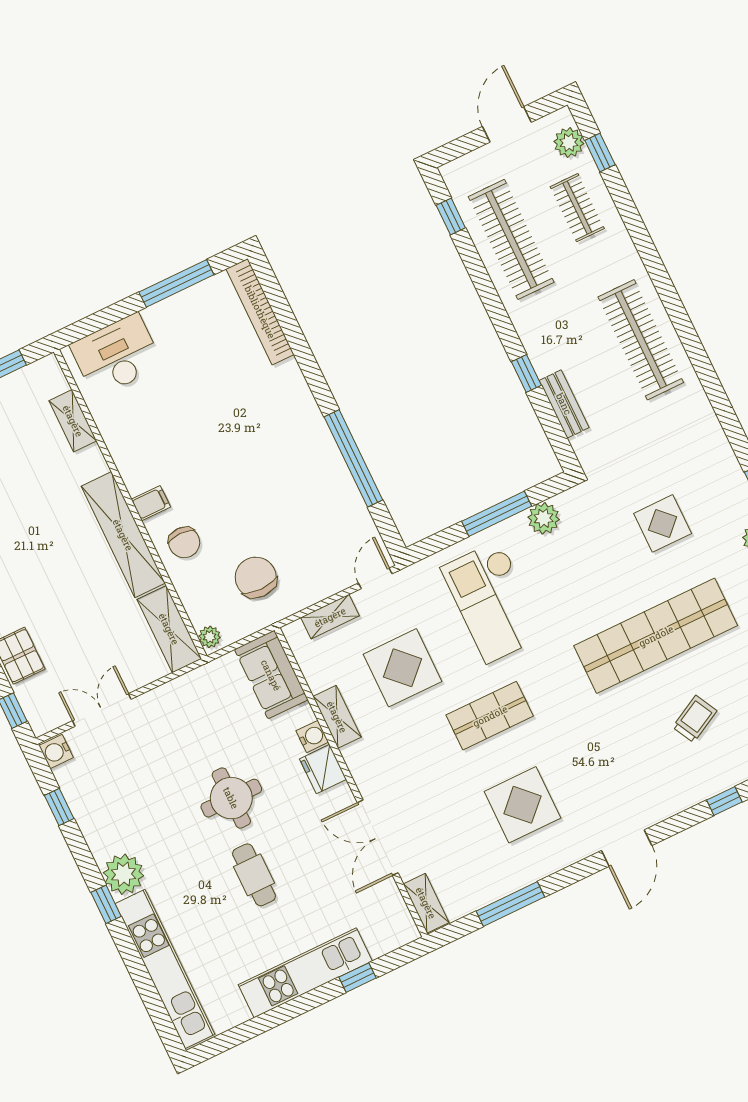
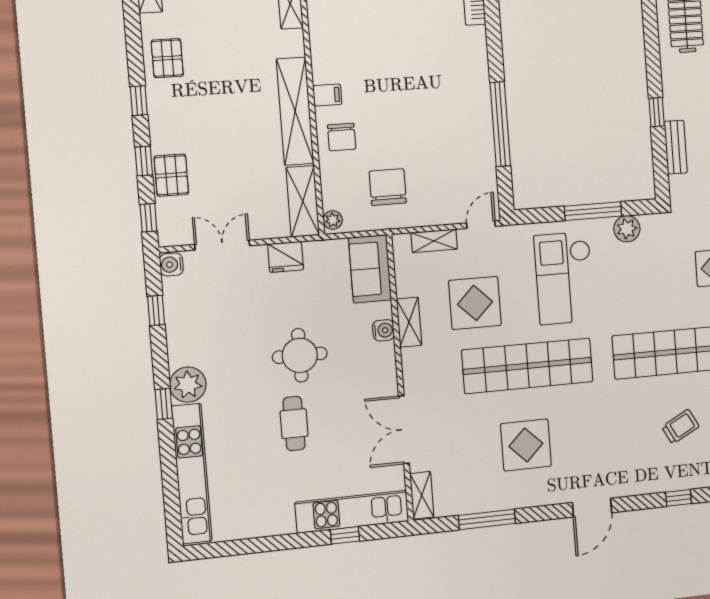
shop shelf: (490, 716) -> (528, 366), width x2.00, depth x1.36
fridge: (323, 769) -> (286, 257), moved, turned -90
kitchen unit: (305, 973) -> (352, 512), moved

